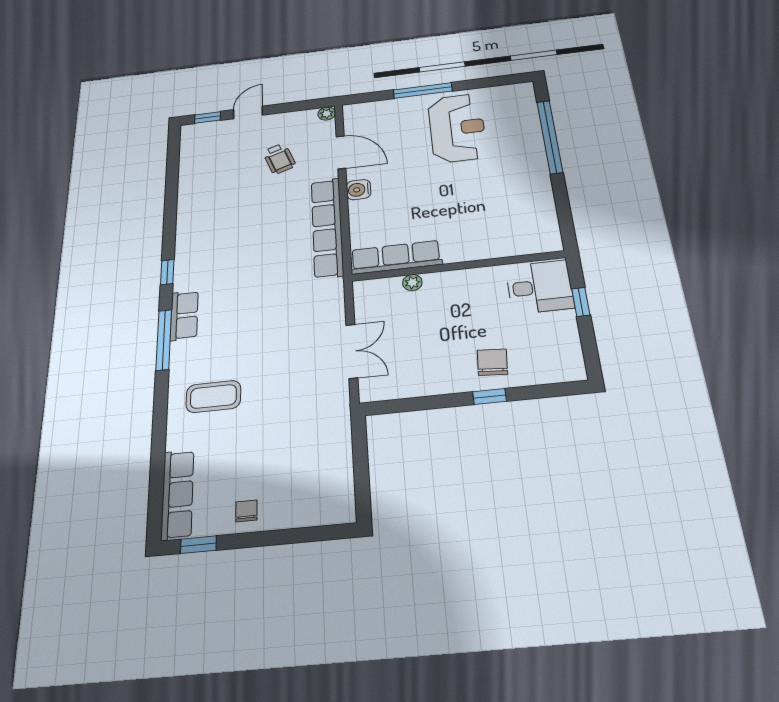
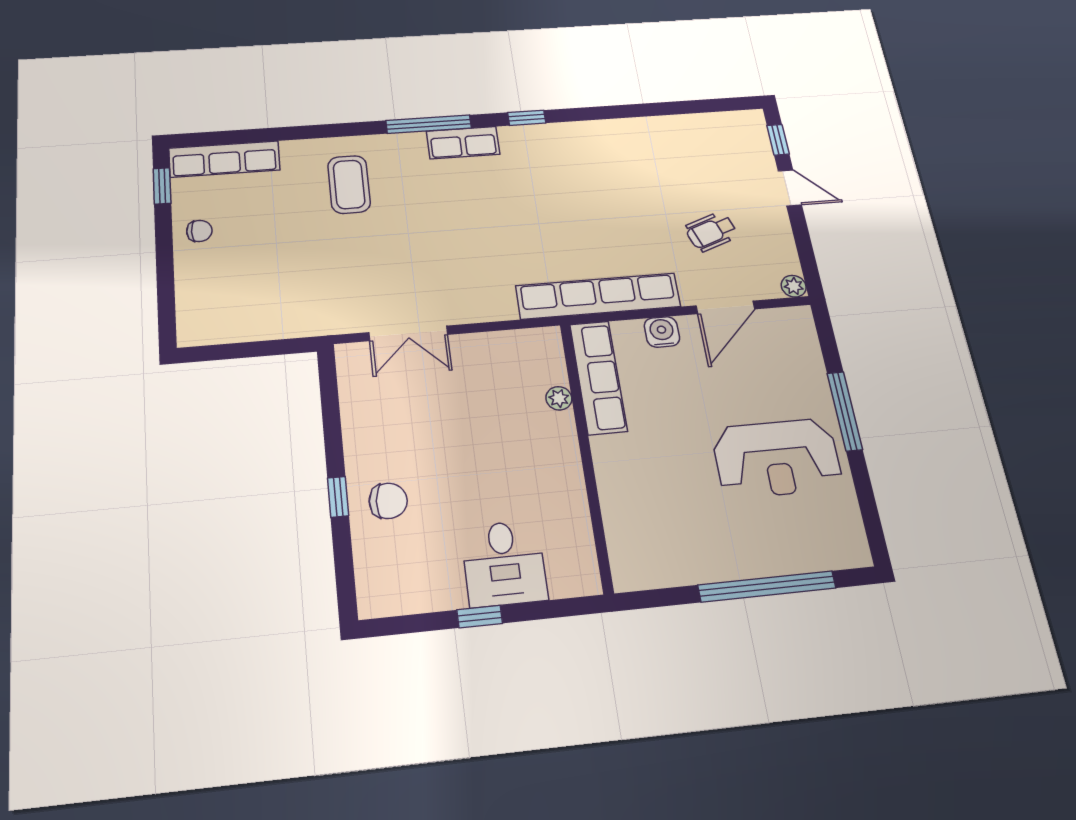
row of seats: (396, 257) -> (598, 377), moved
wall: (457, 266) -> (586, 454), moved
plant: (412, 283) -> (559, 398), moved

